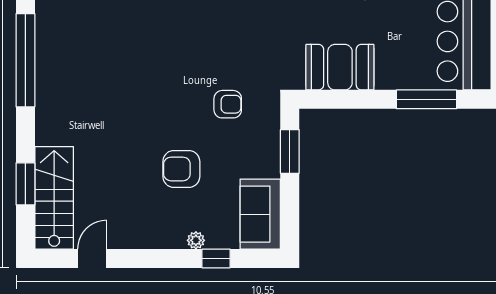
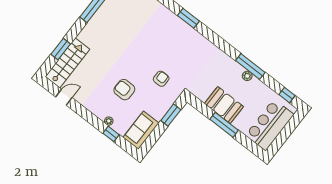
booth: (340, 67) -> (224, 105), moved
window: (427, 99) -> (224, 125), moved
armchair: (228, 104) -> (161, 79), turned -90

